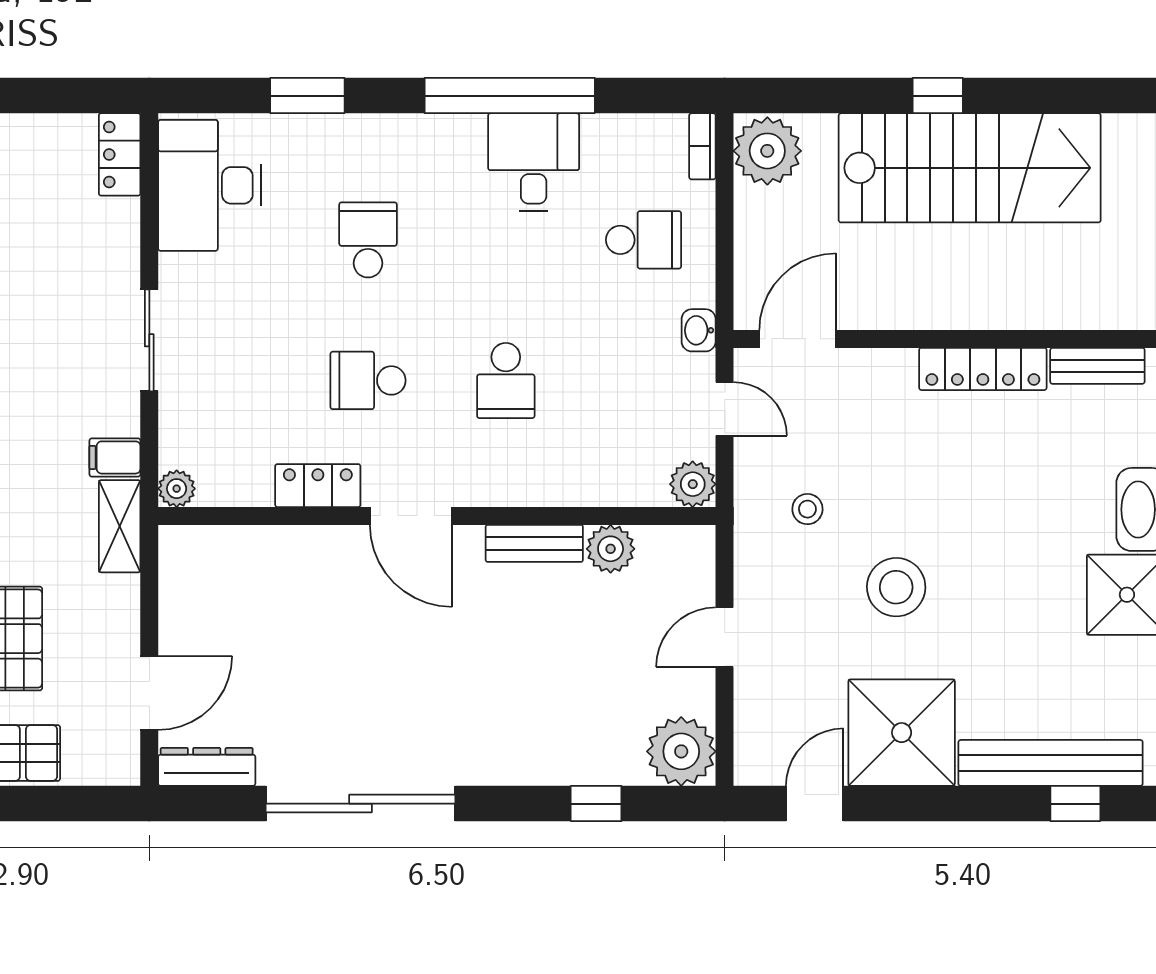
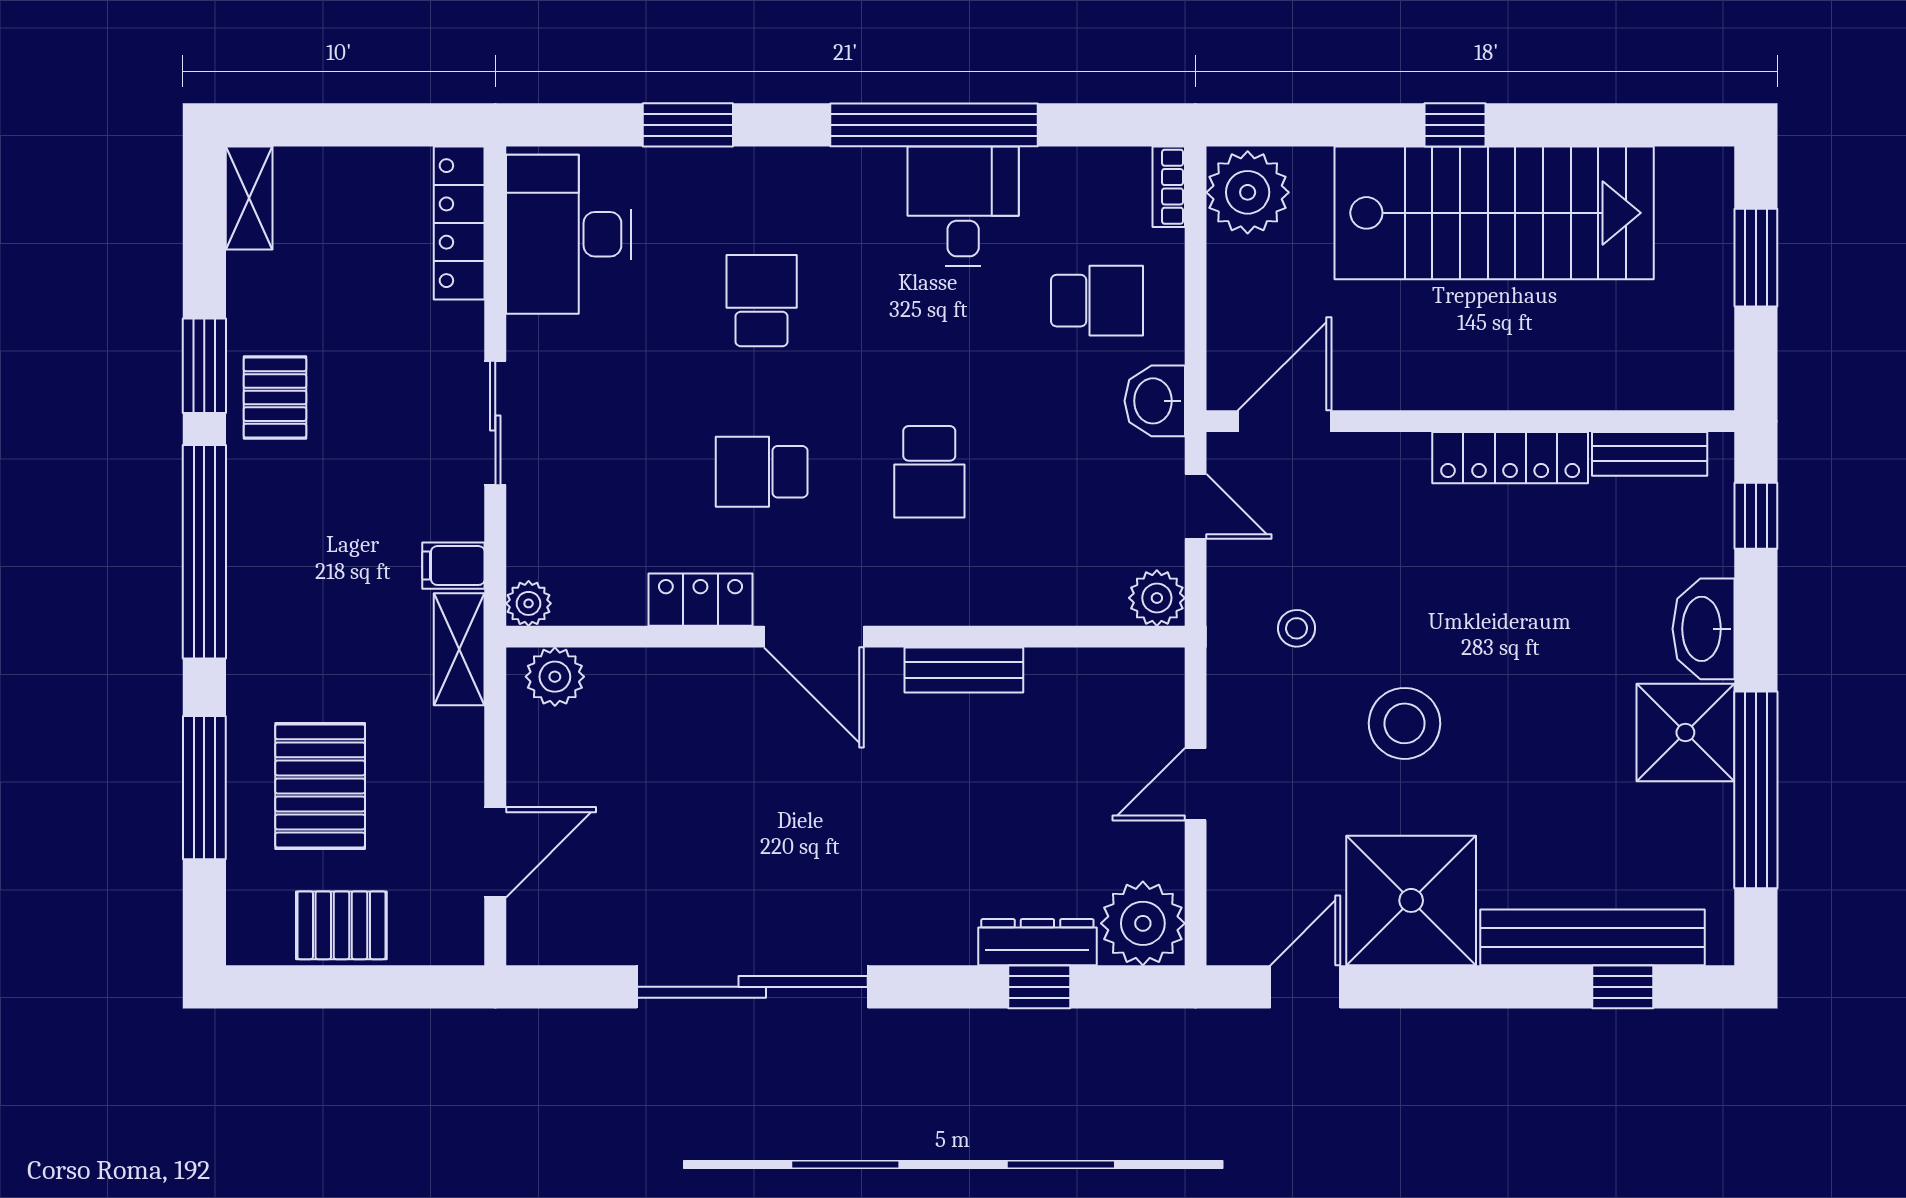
locker: (120, 154) -> (459, 223), width x1.53
washbasin: (699, 330) -> (1155, 401), width x1.38, depth x1.45
plant: (611, 549) -> (555, 677), moved
dresser: (207, 767) -> (1037, 942), moved

